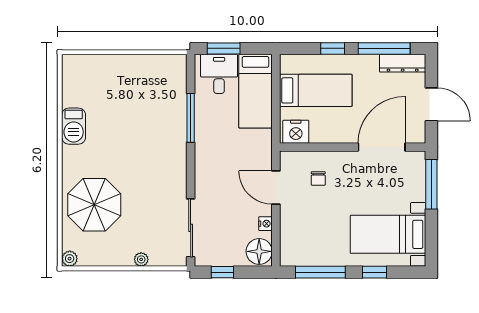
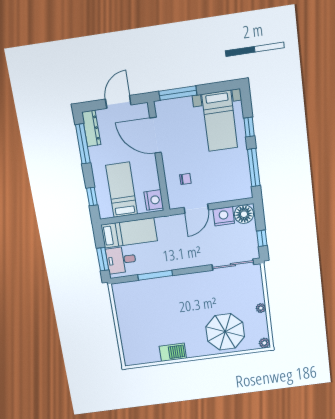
window: (333, 48) -> (92, 197), moved
nightstand: (265, 224) -> (224, 216), width x1.89, depth x1.79
plant: (141, 259) -> (261, 308), moved

